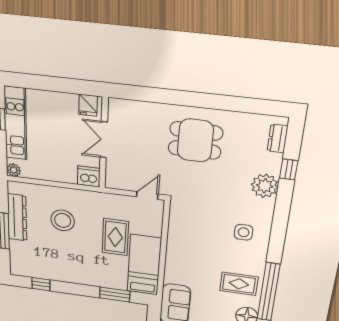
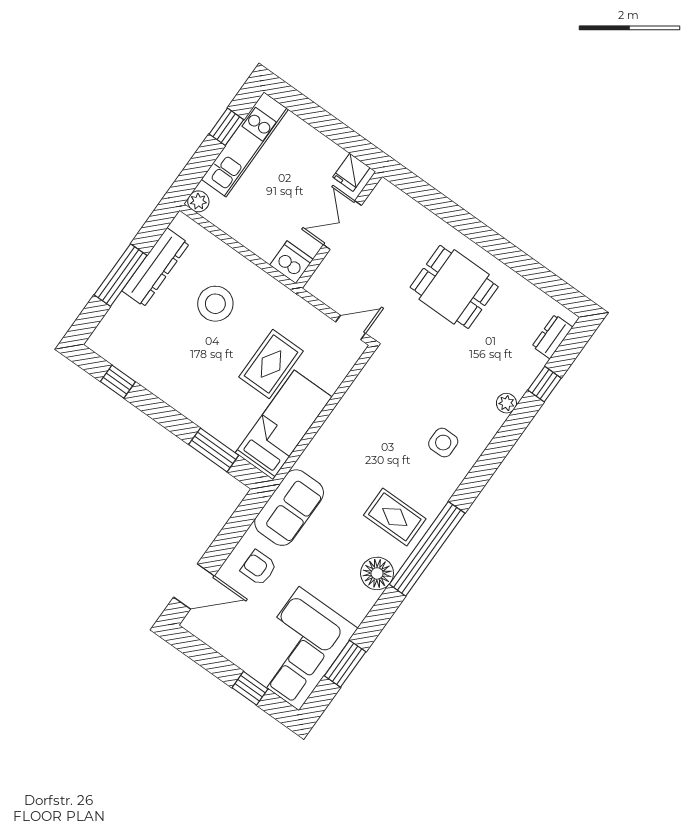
plant: (265, 186) -> (506, 403), width x0.53, depth x0.53

